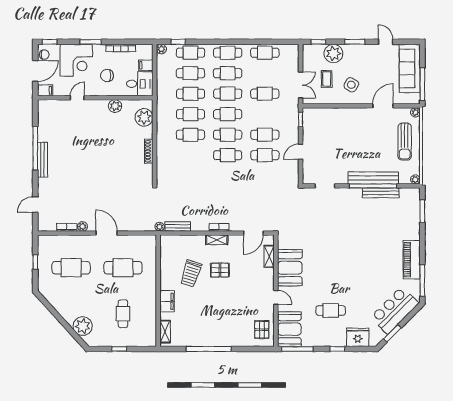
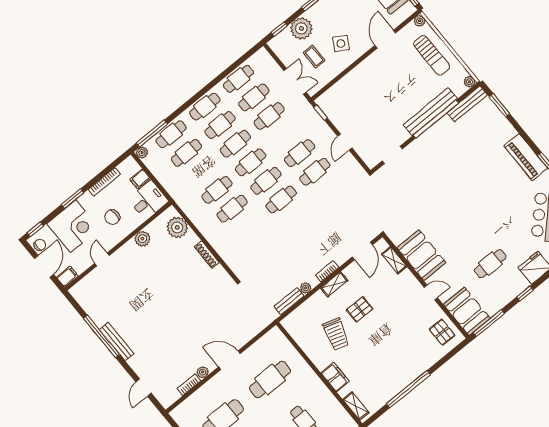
window: (178, 42) -> (152, 134), width x2.17
cafe table: (190, 94) -> (254, 97), moved
bench: (381, 193) -> (467, 104), moved
plant: (160, 227) -> (306, 288), moved

